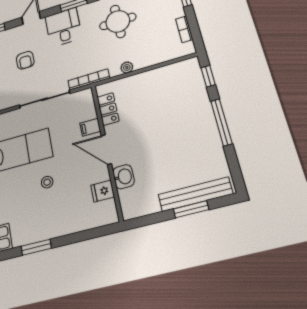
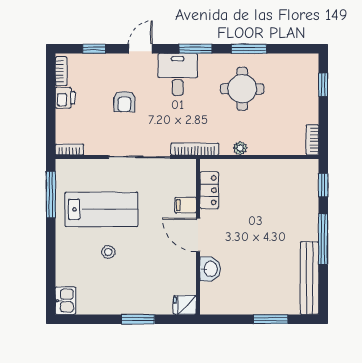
bookcase: (184, 29) -> (312, 140), moved
stool: (47, 182) -> (108, 252), moved
fridge: (103, 191) -> (185, 305), moved
bench: (195, 194) -> (309, 278), moved, turned 90
window: (36, 247) -> (138, 319), moved

